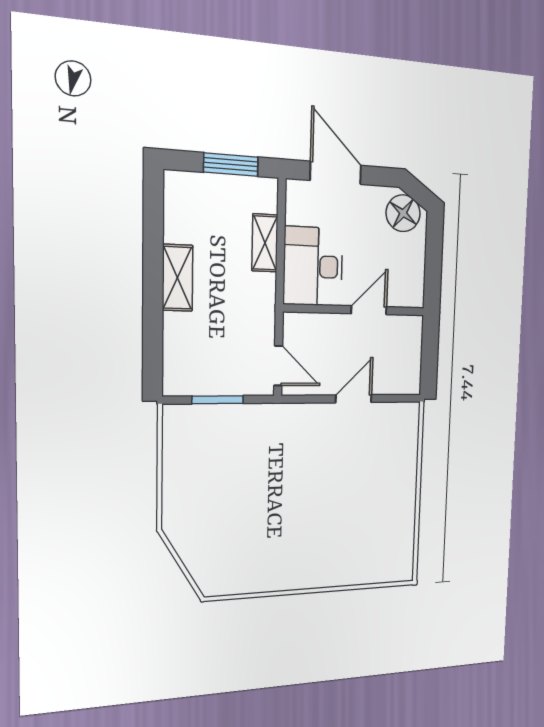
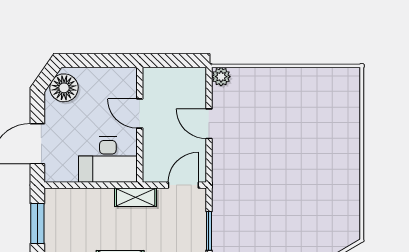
shelving: (265, 243) -> (136, 197), moved
plant: (409, 413) -> (221, 77), added

